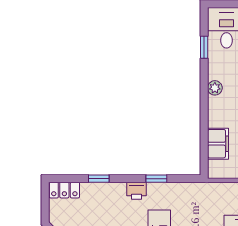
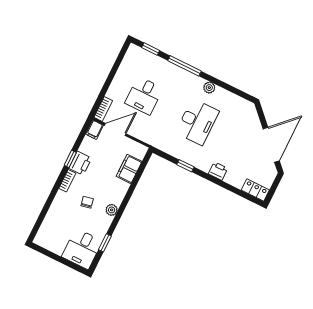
window: (99, 179) -> (227, 186), removed
printer: (137, 191) -> (218, 171), moved

